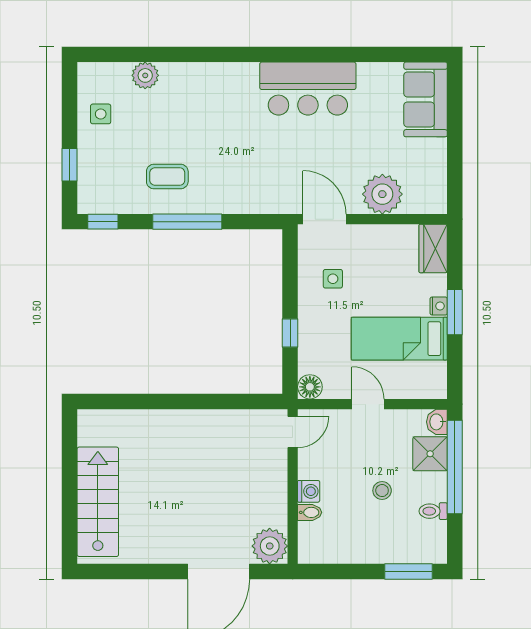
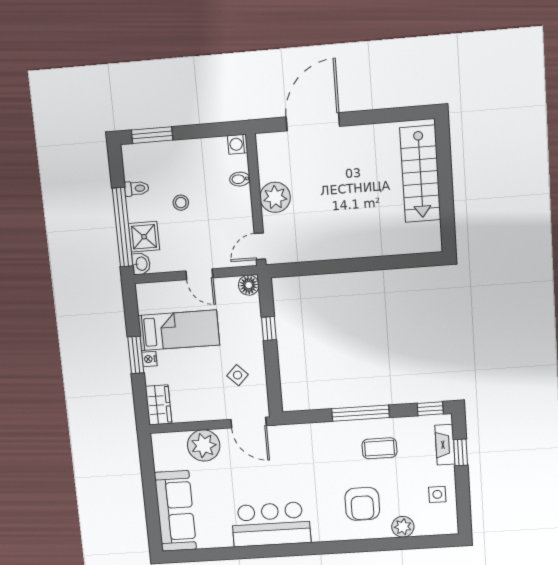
sofa: (426, 99) -> (175, 511), width x1.36
armchair: (193, 108) -> (362, 504), added
fireplace: (88, 176) -> (445, 445), added
side table: (333, 279) -> (238, 375), turned 45
washing machine: (309, 491) -> (238, 144), moved
plant: (270, 546) -> (275, 197), moved

